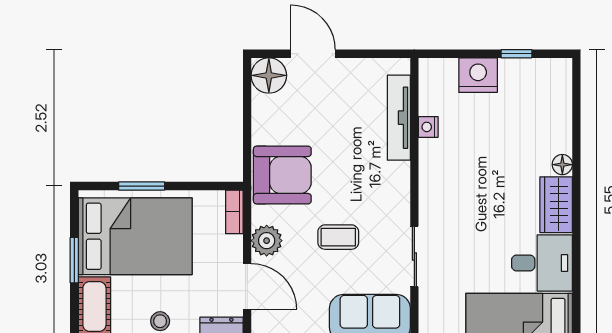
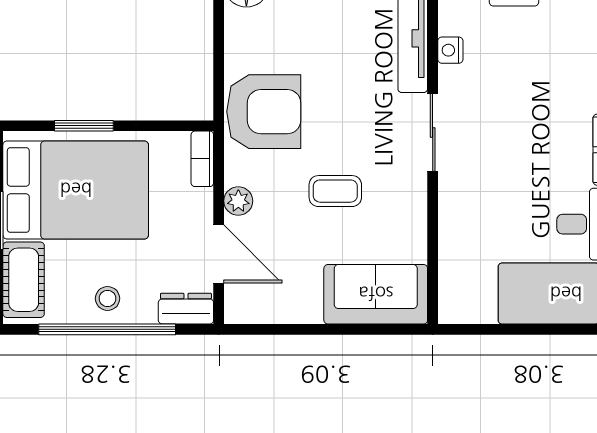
plant: (267, 241) -> (238, 201), width x0.73, depth x0.73
sliding door: (414, 256) -> (433, 132), moved

